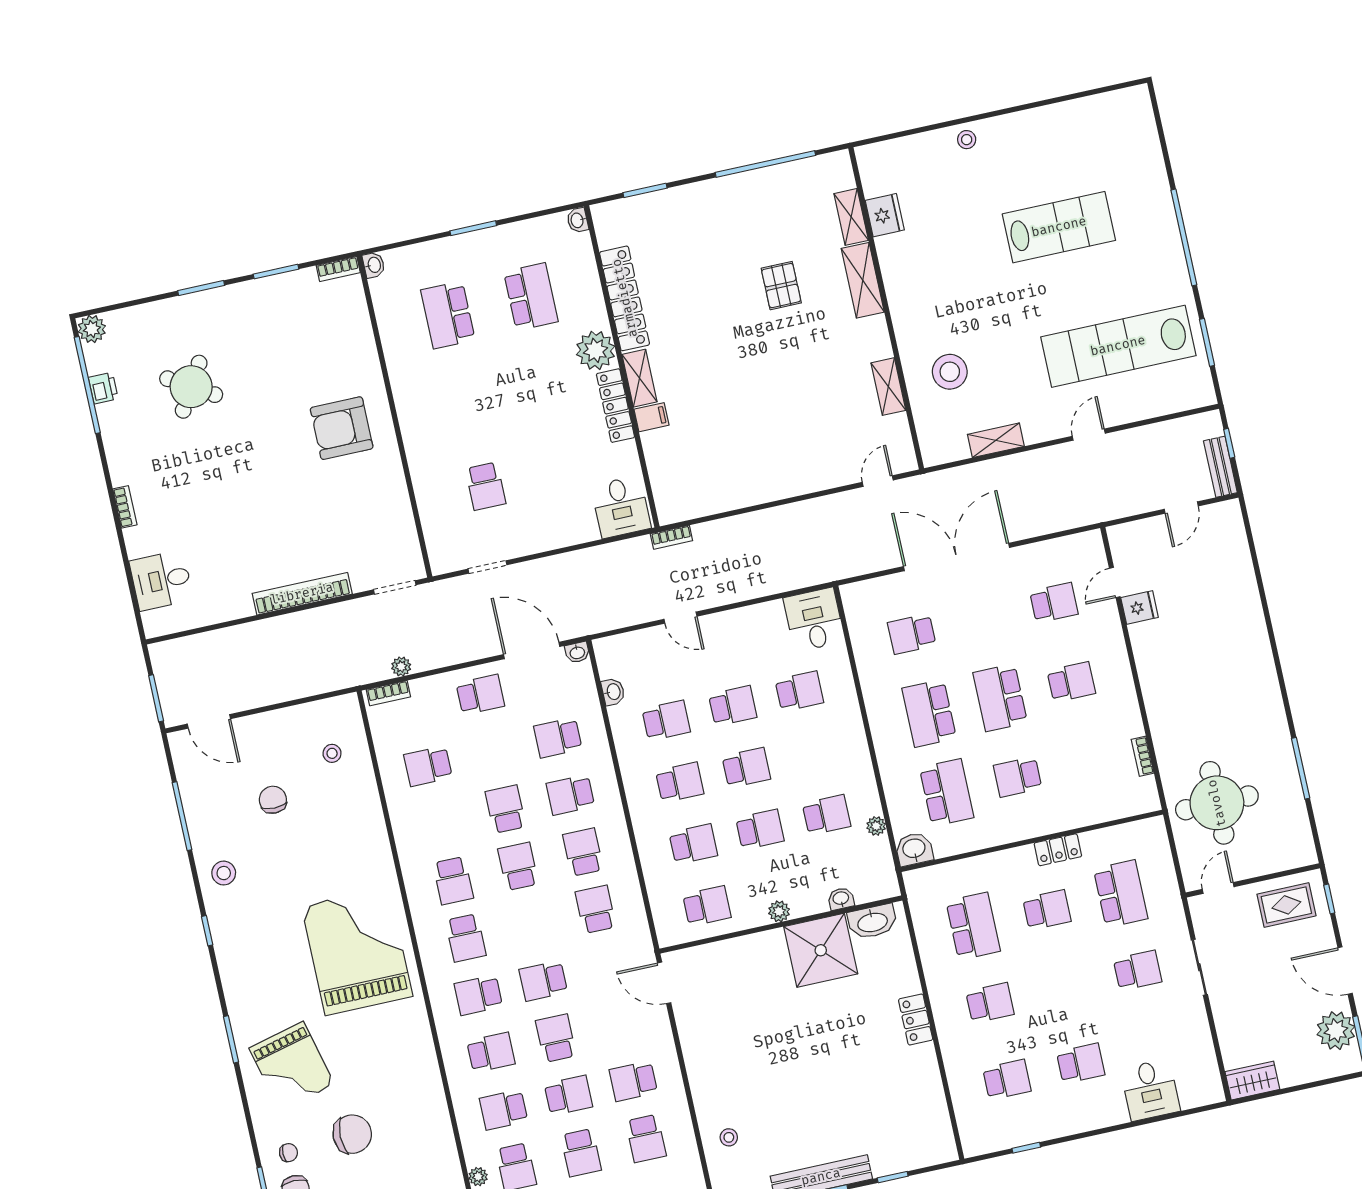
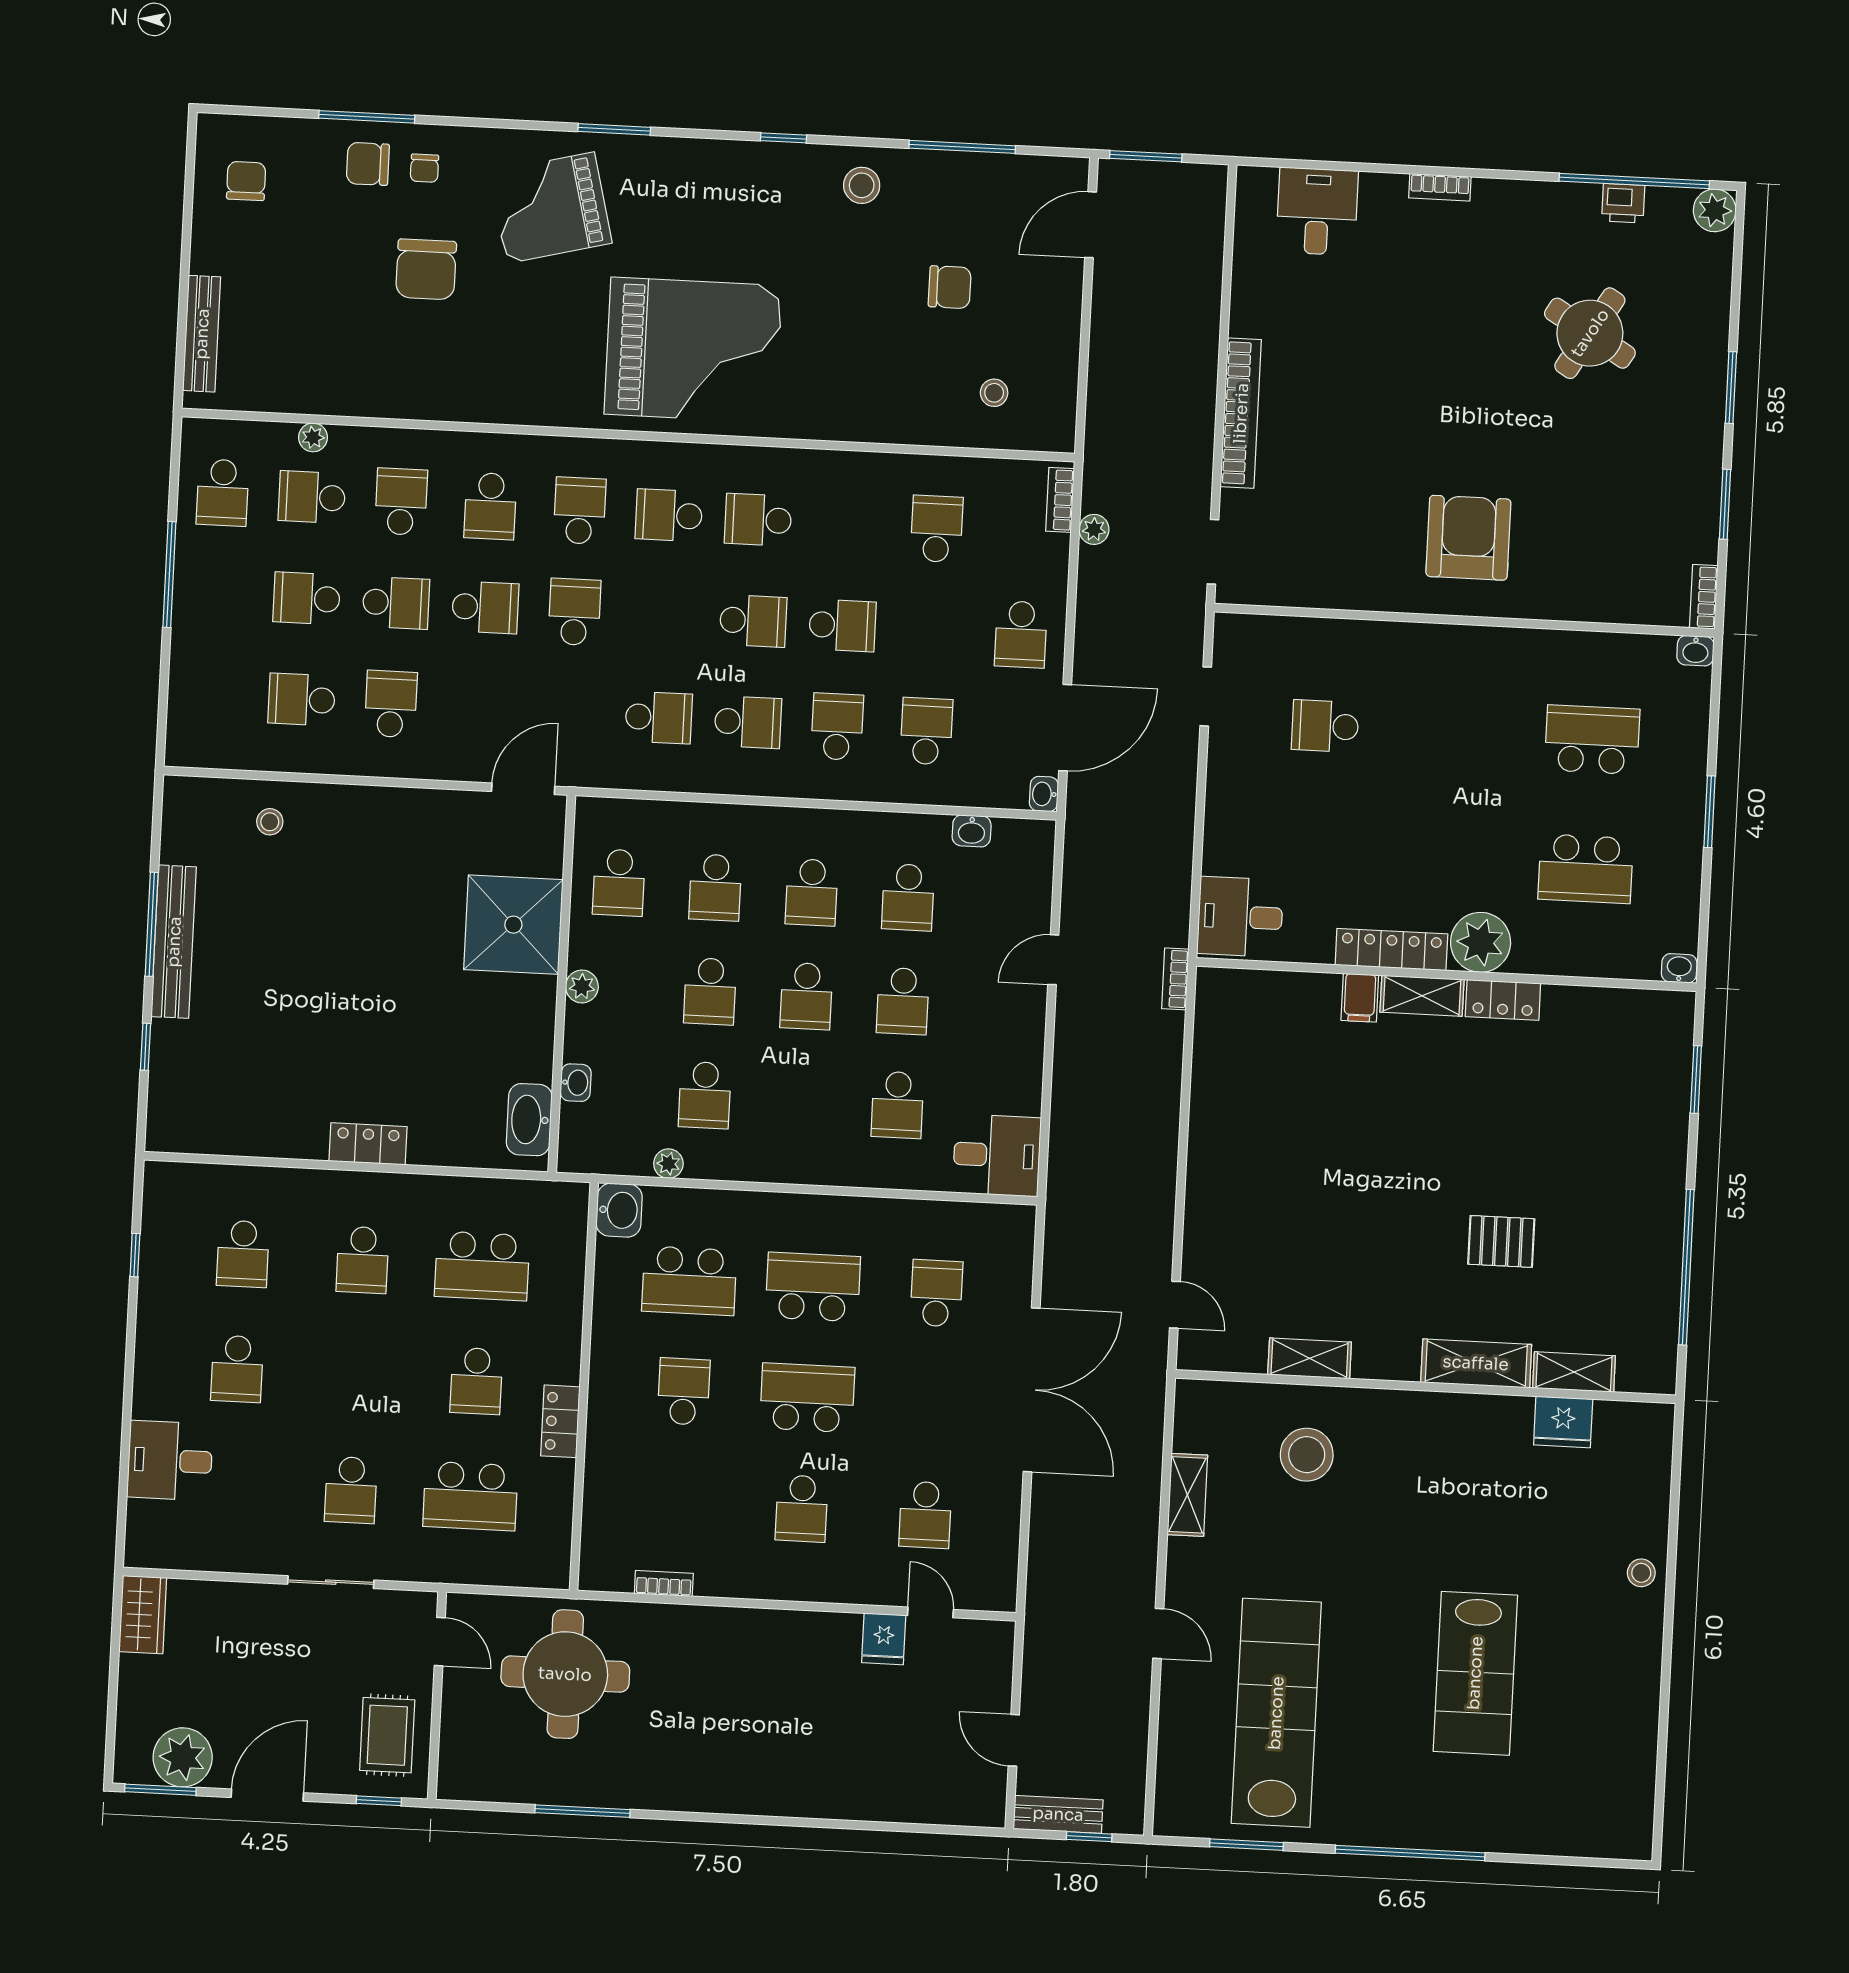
locker: (625, 298) -> (1503, 1000), width x0.46, depth x0.83
shower: (821, 950) -> (513, 925), moved
school desk: (568, 1095) -> (396, 603), turned -90

